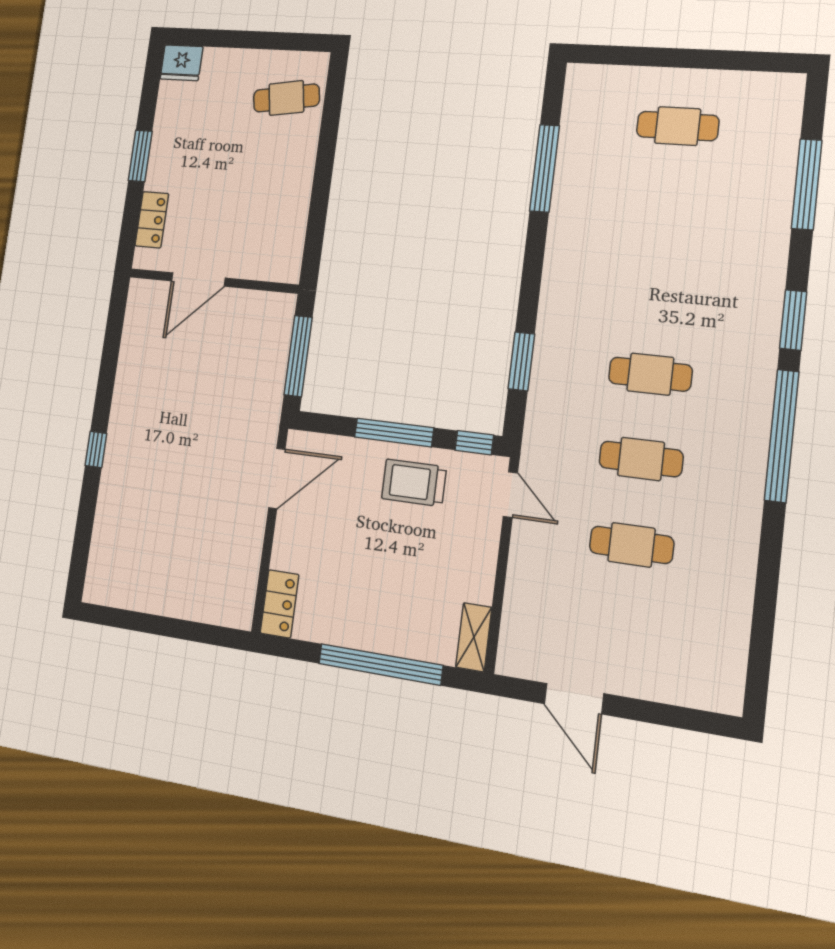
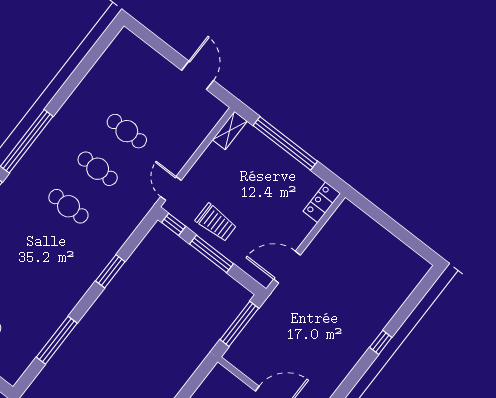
window: (521, 361) -> (110, 271), moved

